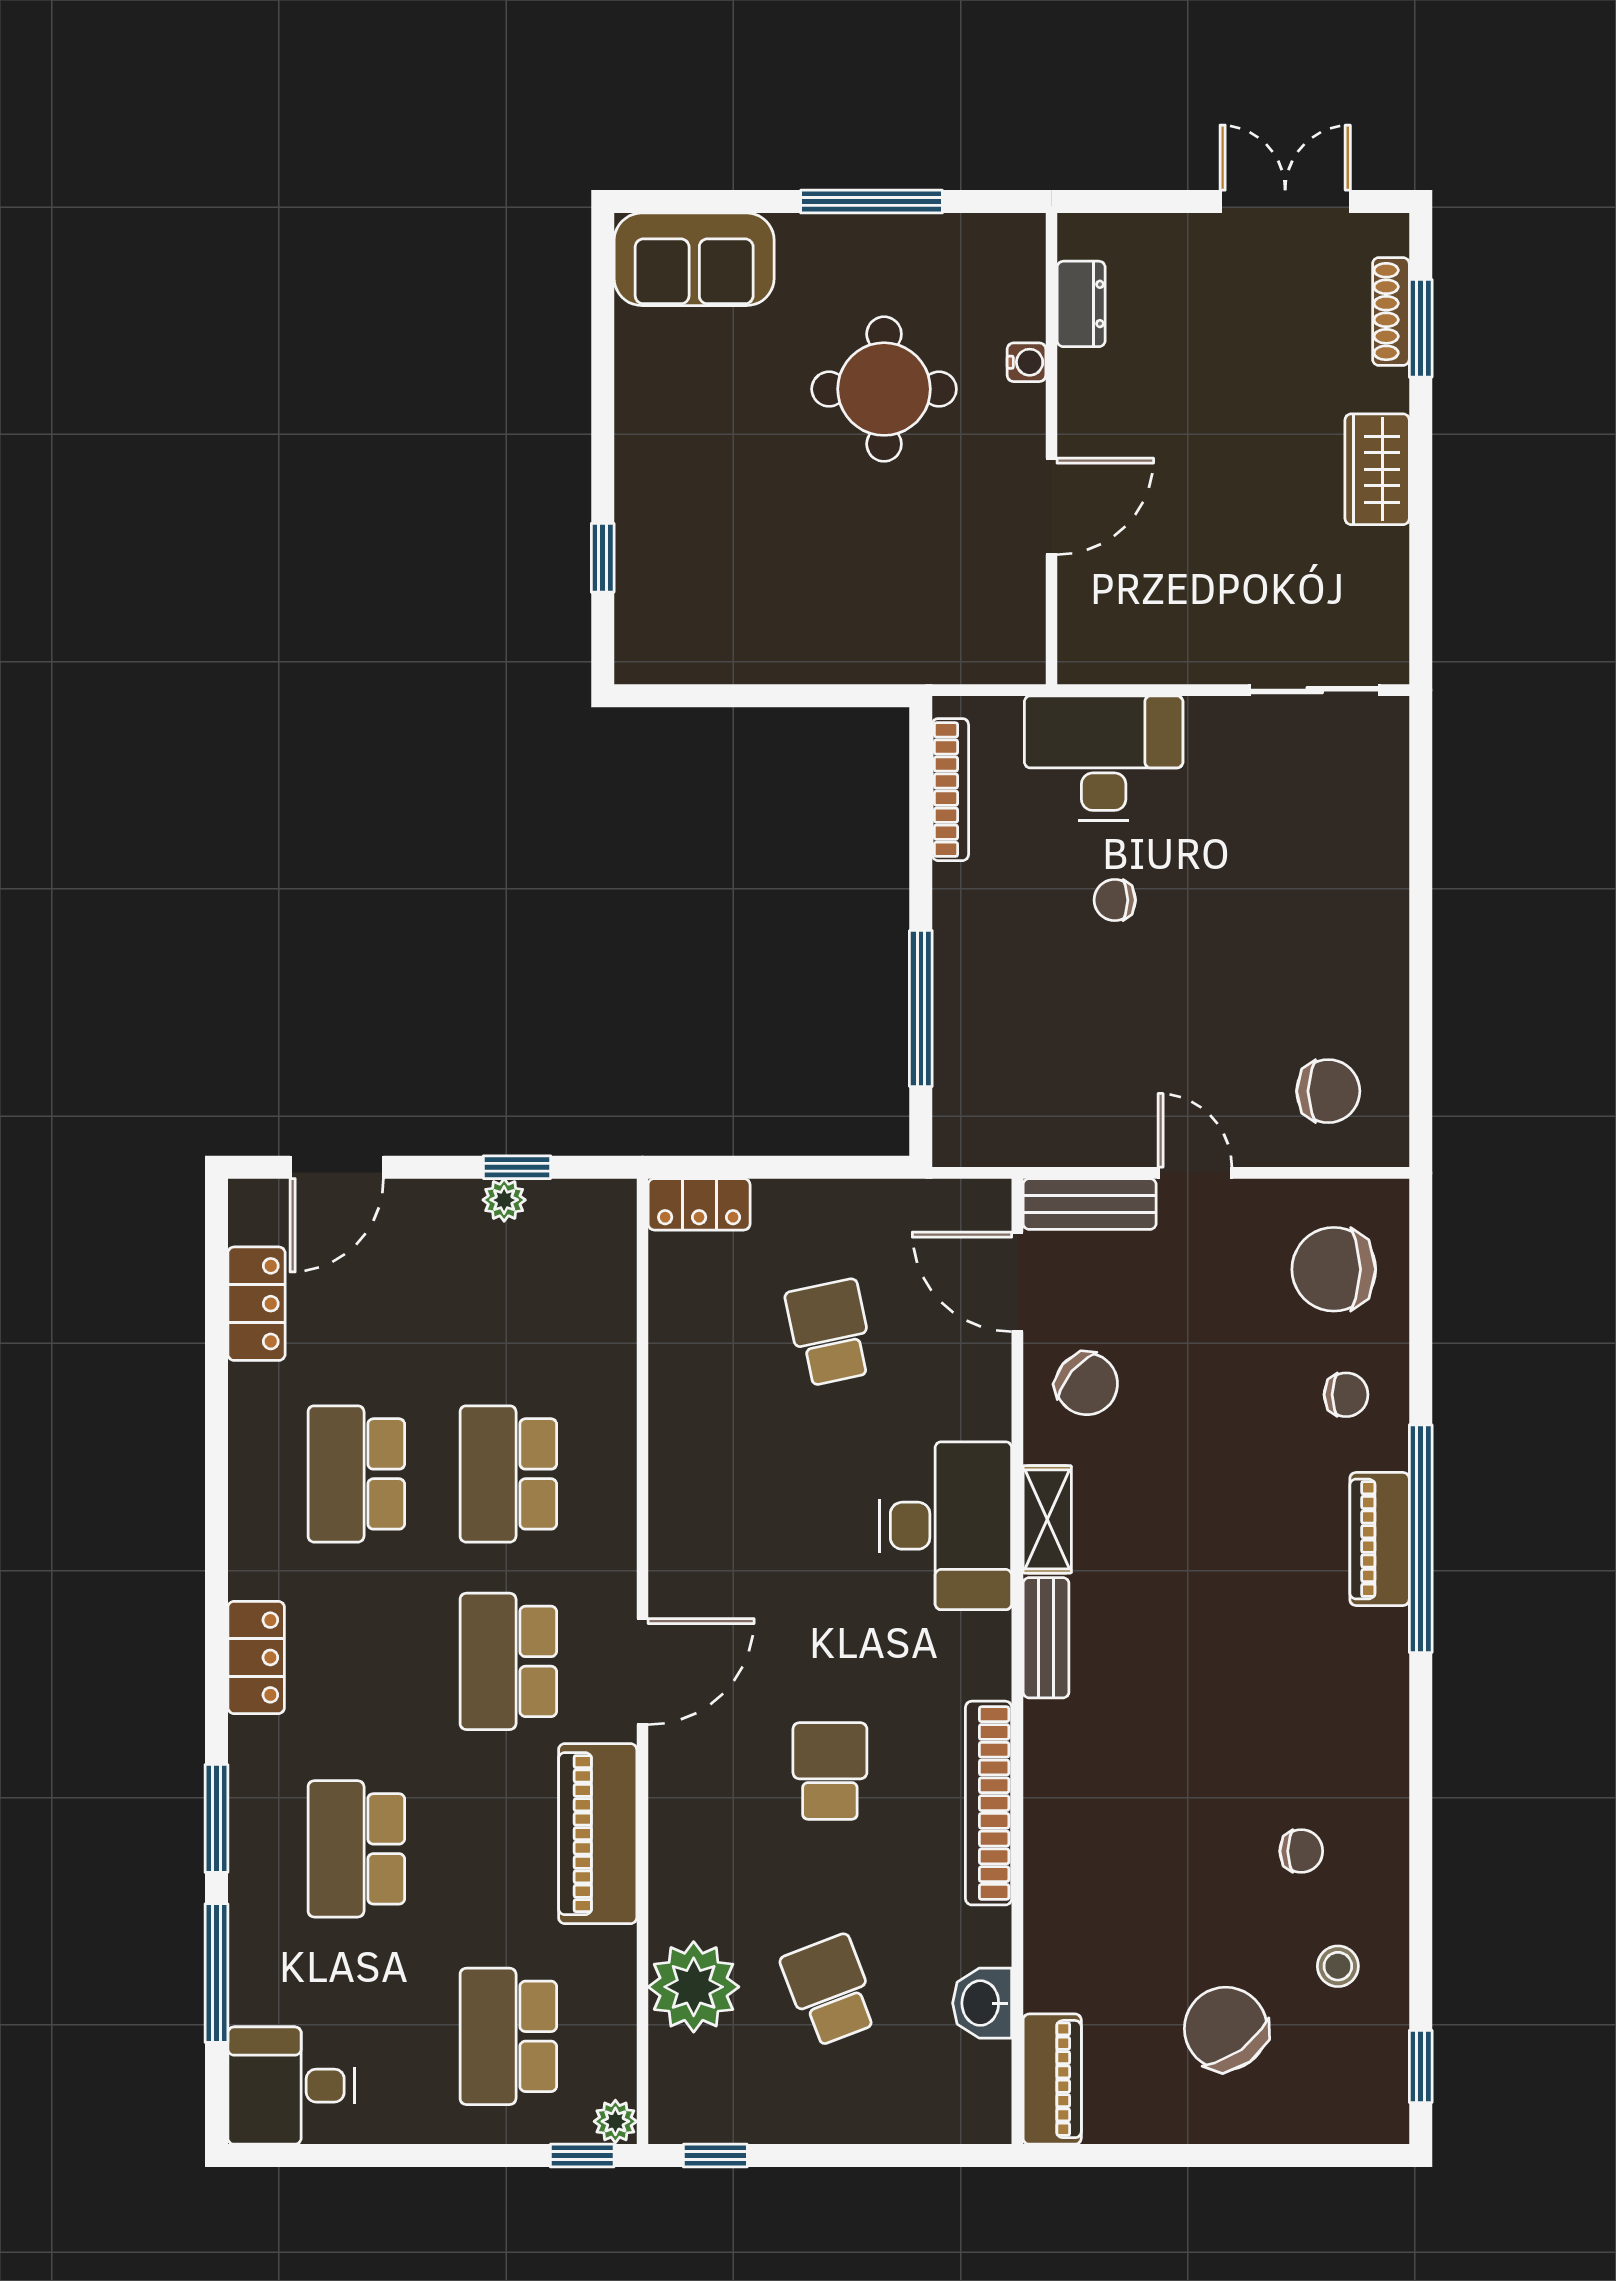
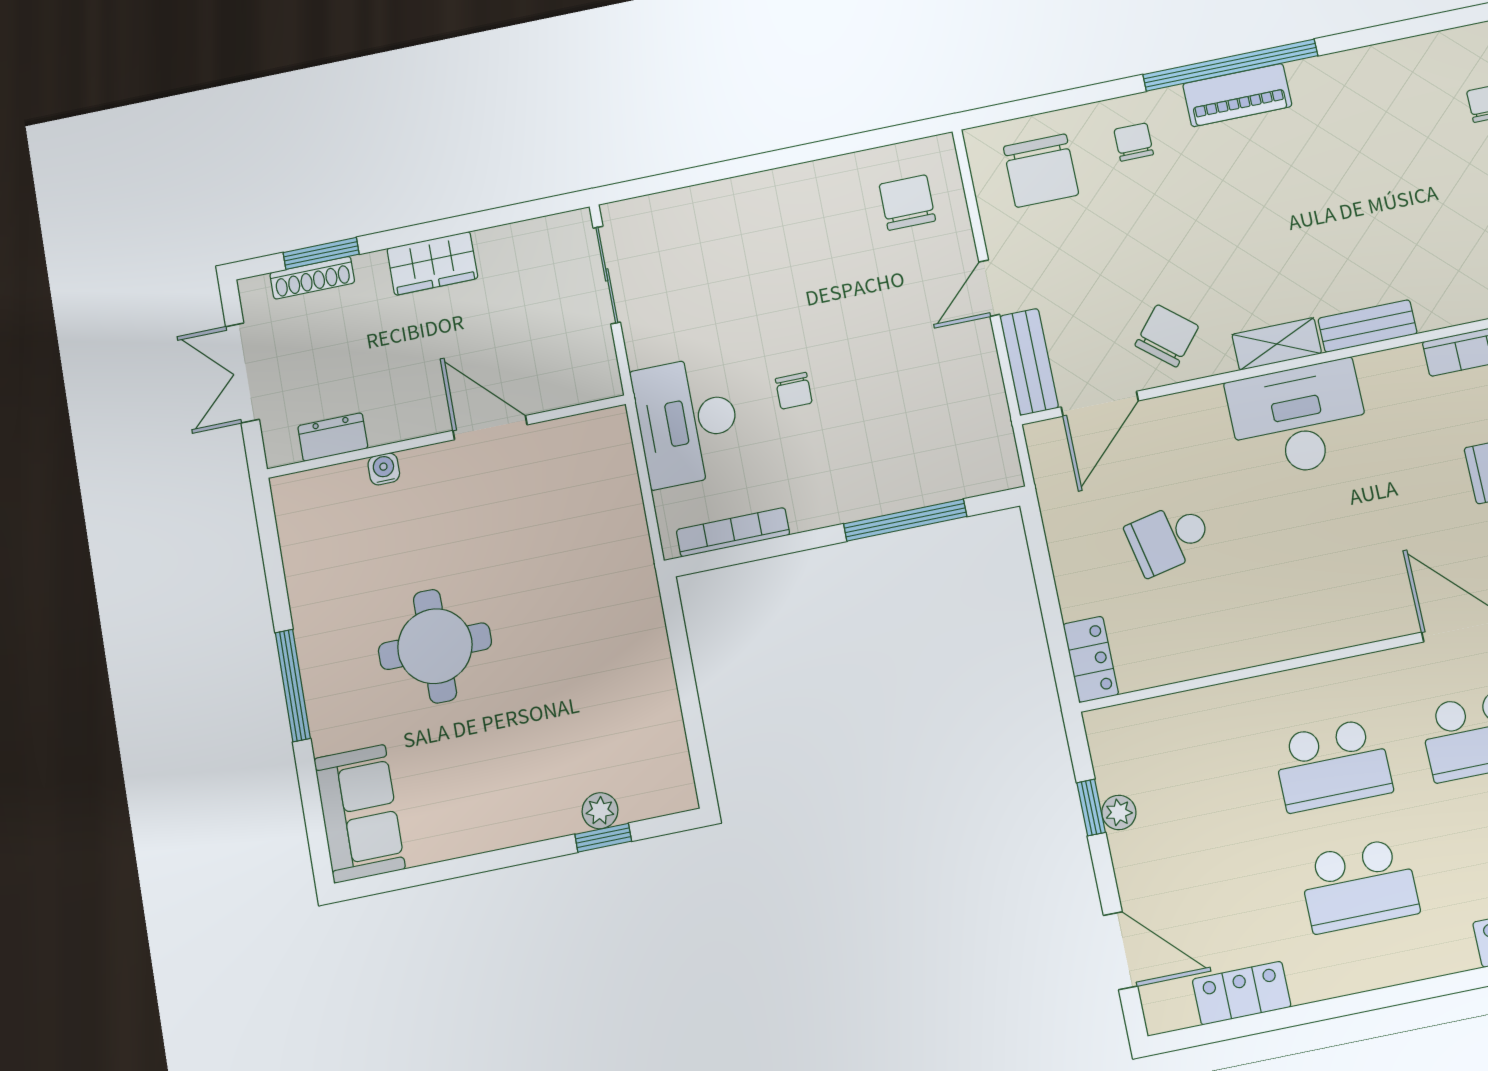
dresser: (1081, 304) -> (333, 437), moved
water cooler: (1026, 362) -> (384, 469), moved
wall: (1051, 449) -> (446, 437), moved
door: (1051, 506) -> (490, 428), moved
plant: (637, 560) -> (600, 811), added

